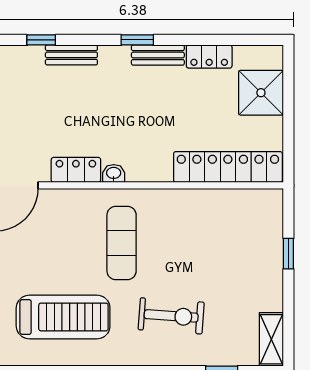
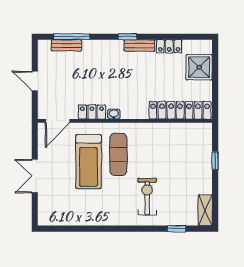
window: (41, 40) -> (72, 37), width x2.17
bench: (71, 55) -> (66, 45), moved
exercise bike: (171, 316) -> (147, 197), turned -94
treadmill: (63, 317) -> (88, 161), moved, turned 90

